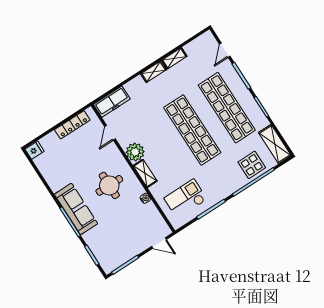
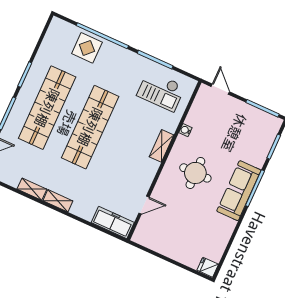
locker: (72, 125) -> (160, 247), removed
shelving: (275, 144) -> (52, 38), removed
plant: (135, 152) -> (147, 169), removed

